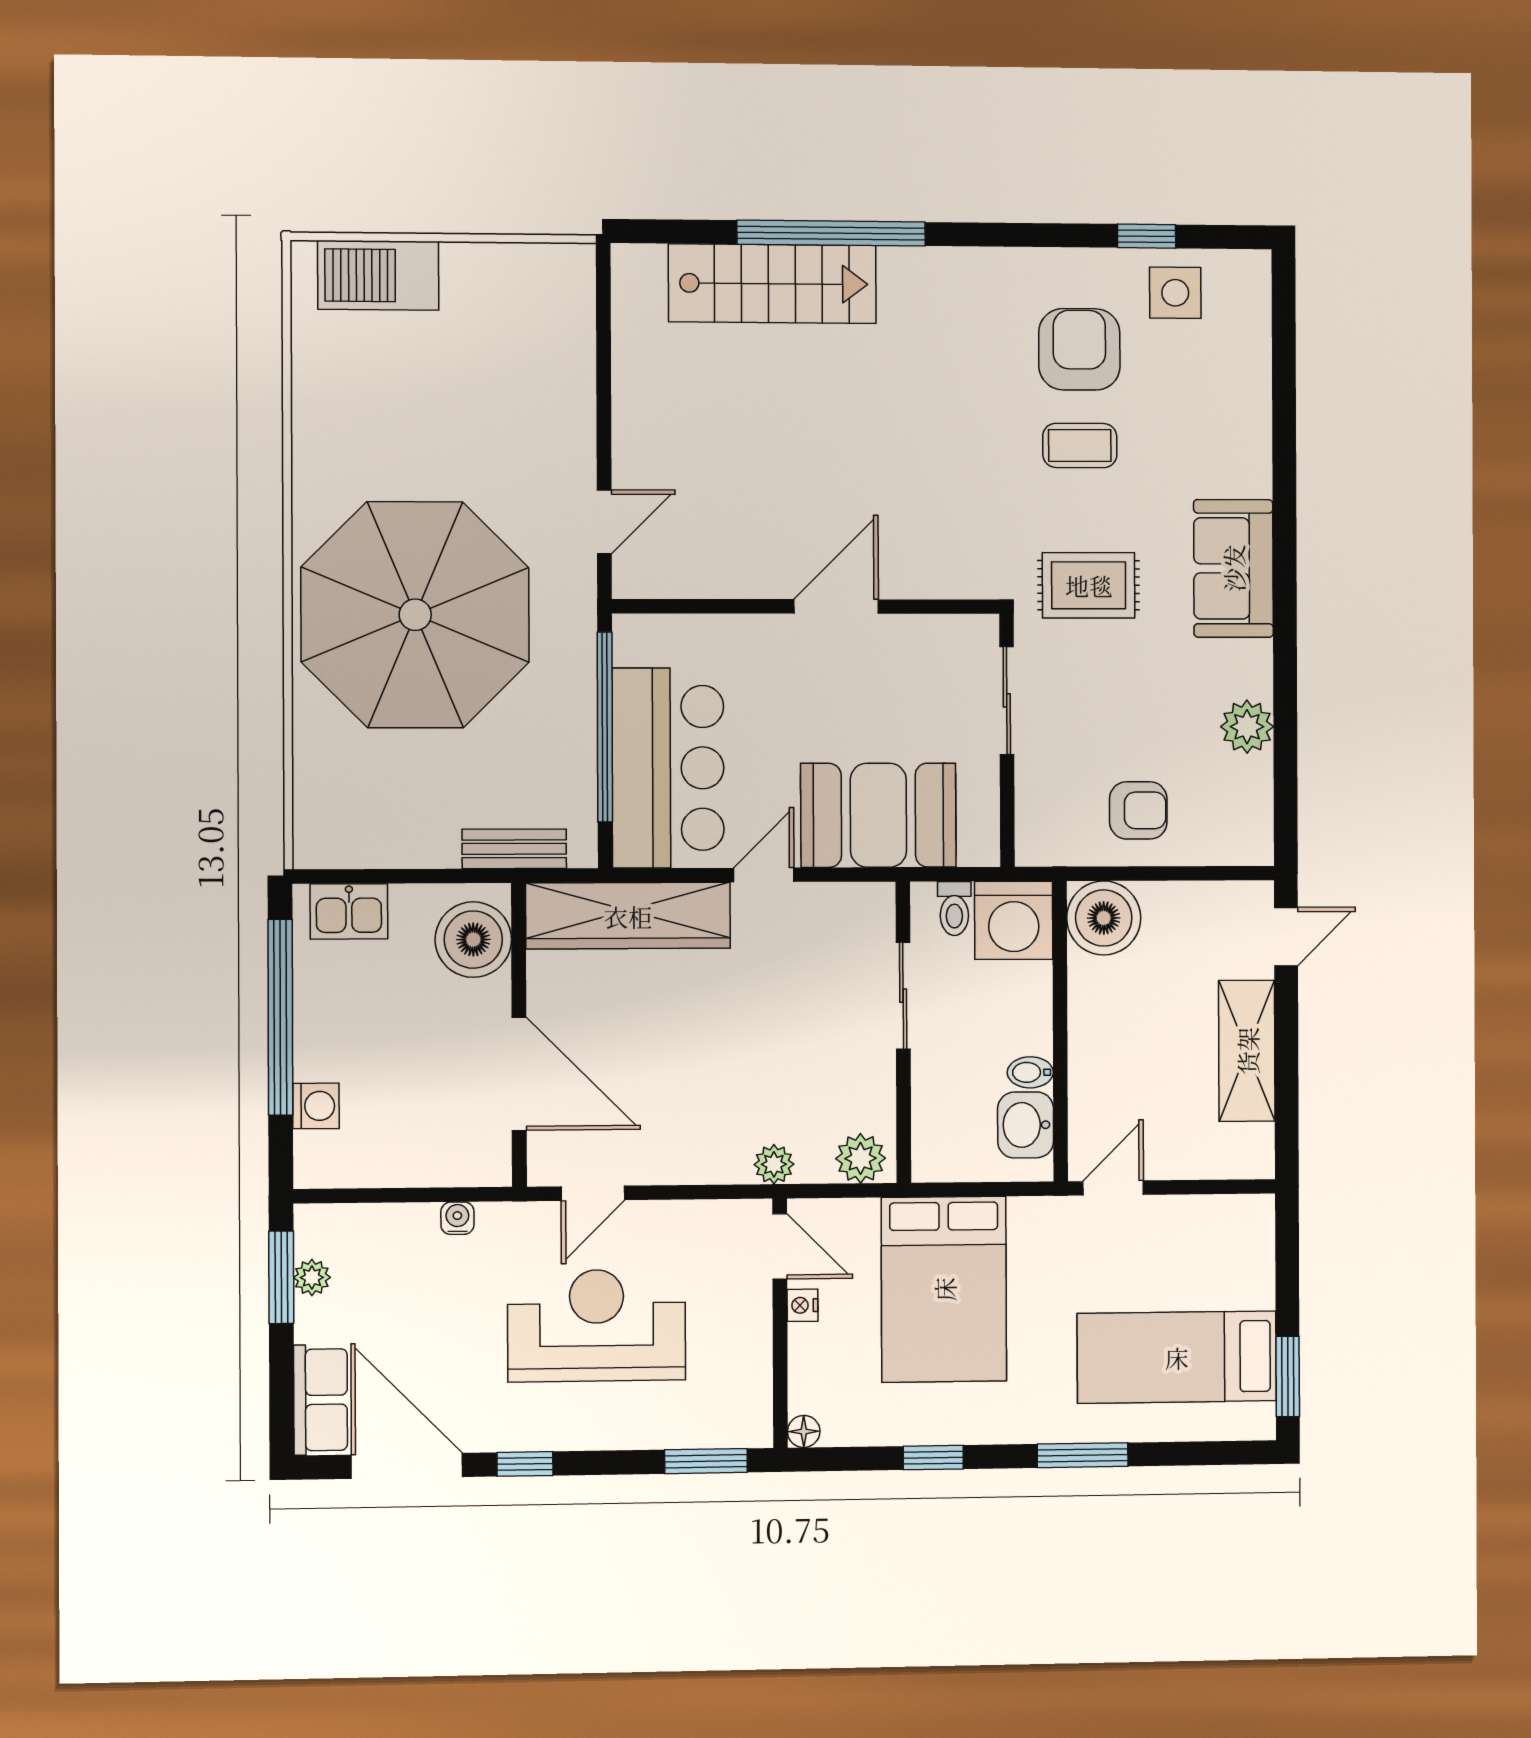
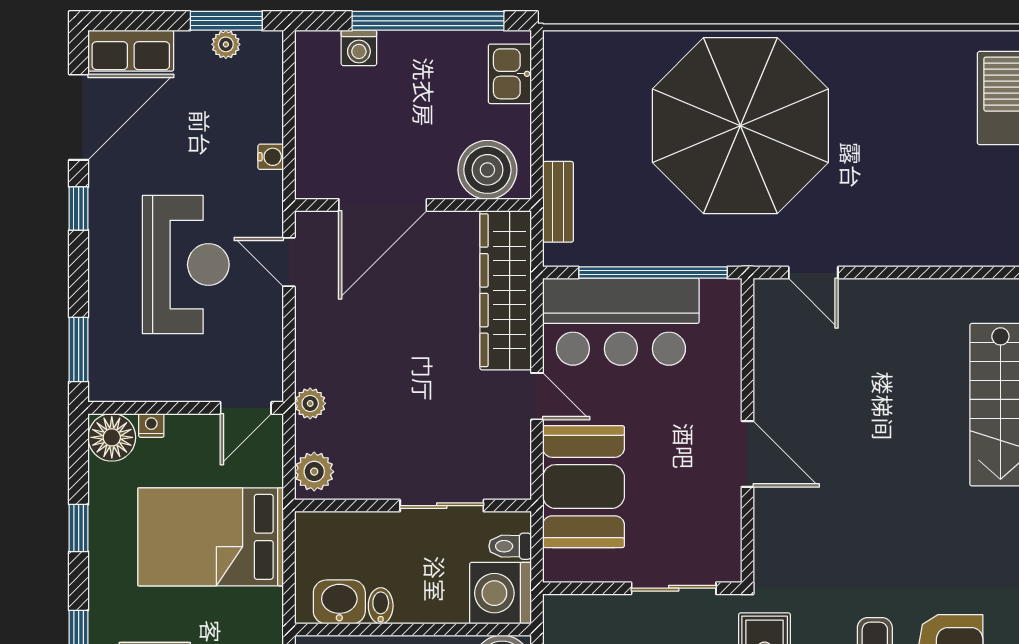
nightstand: (802, 1305) -> (151, 425), moved
floor lamp: (804, 1431) -> (112, 437), width x1.89, depth x1.89

